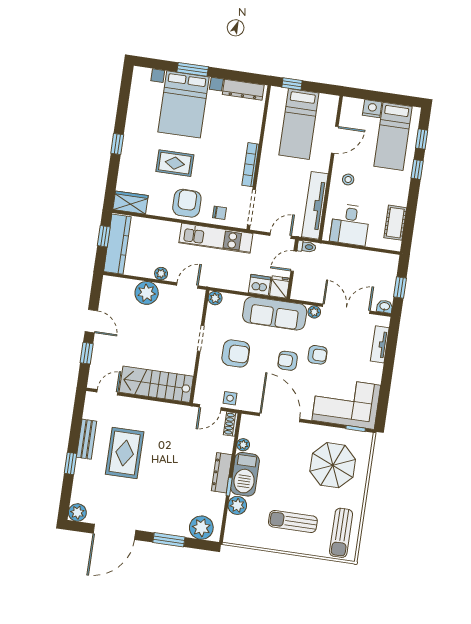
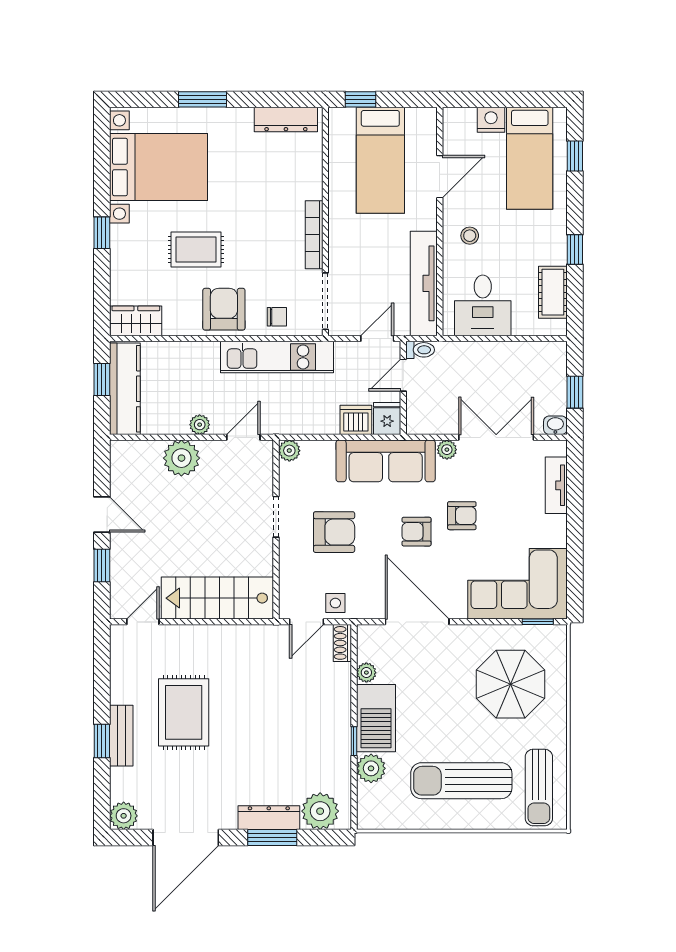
bed with nightstands: (183, 104) -> (159, 167), moved, turned -90
window: (417, 169) -> (575, 249), moved
bench: (87, 439) -> (121, 736), moved
dresser: (222, 473) -> (269, 818), moved, turned 90
sun lounger: (293, 521) -> (461, 781), width x1.36, depth x1.34

